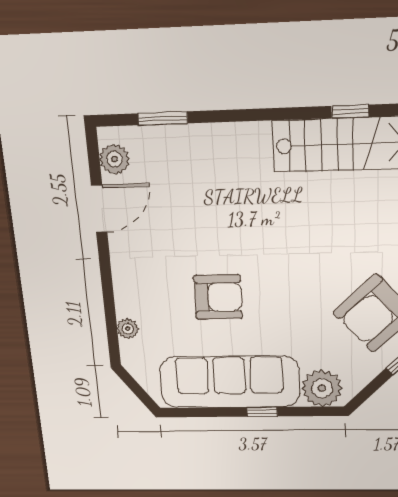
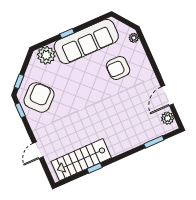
window: (350, 111) -> (95, 168), moved
armchair: (218, 297) -> (118, 68), moved
plant: (128, 329) -> (134, 38), moved

